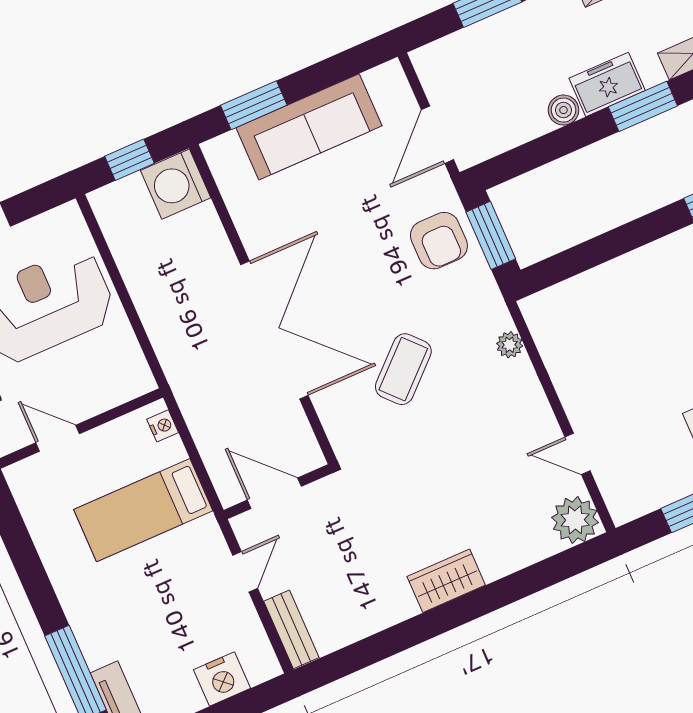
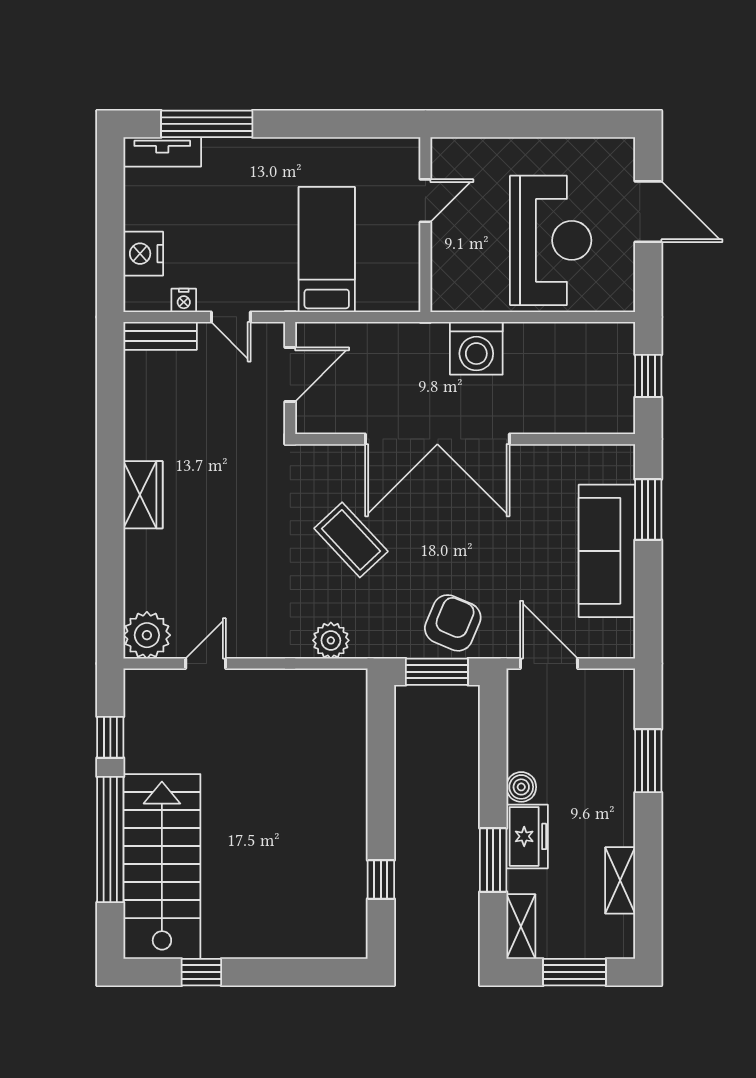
washing machine: (176, 184) -> (476, 348), moved, turned 180
armchair: (439, 241) -> (453, 623), turned 113
plant: (510, 345) -> (331, 640), width x1.38, depth x1.38
nightstand: (163, 426) -> (184, 300), moved

